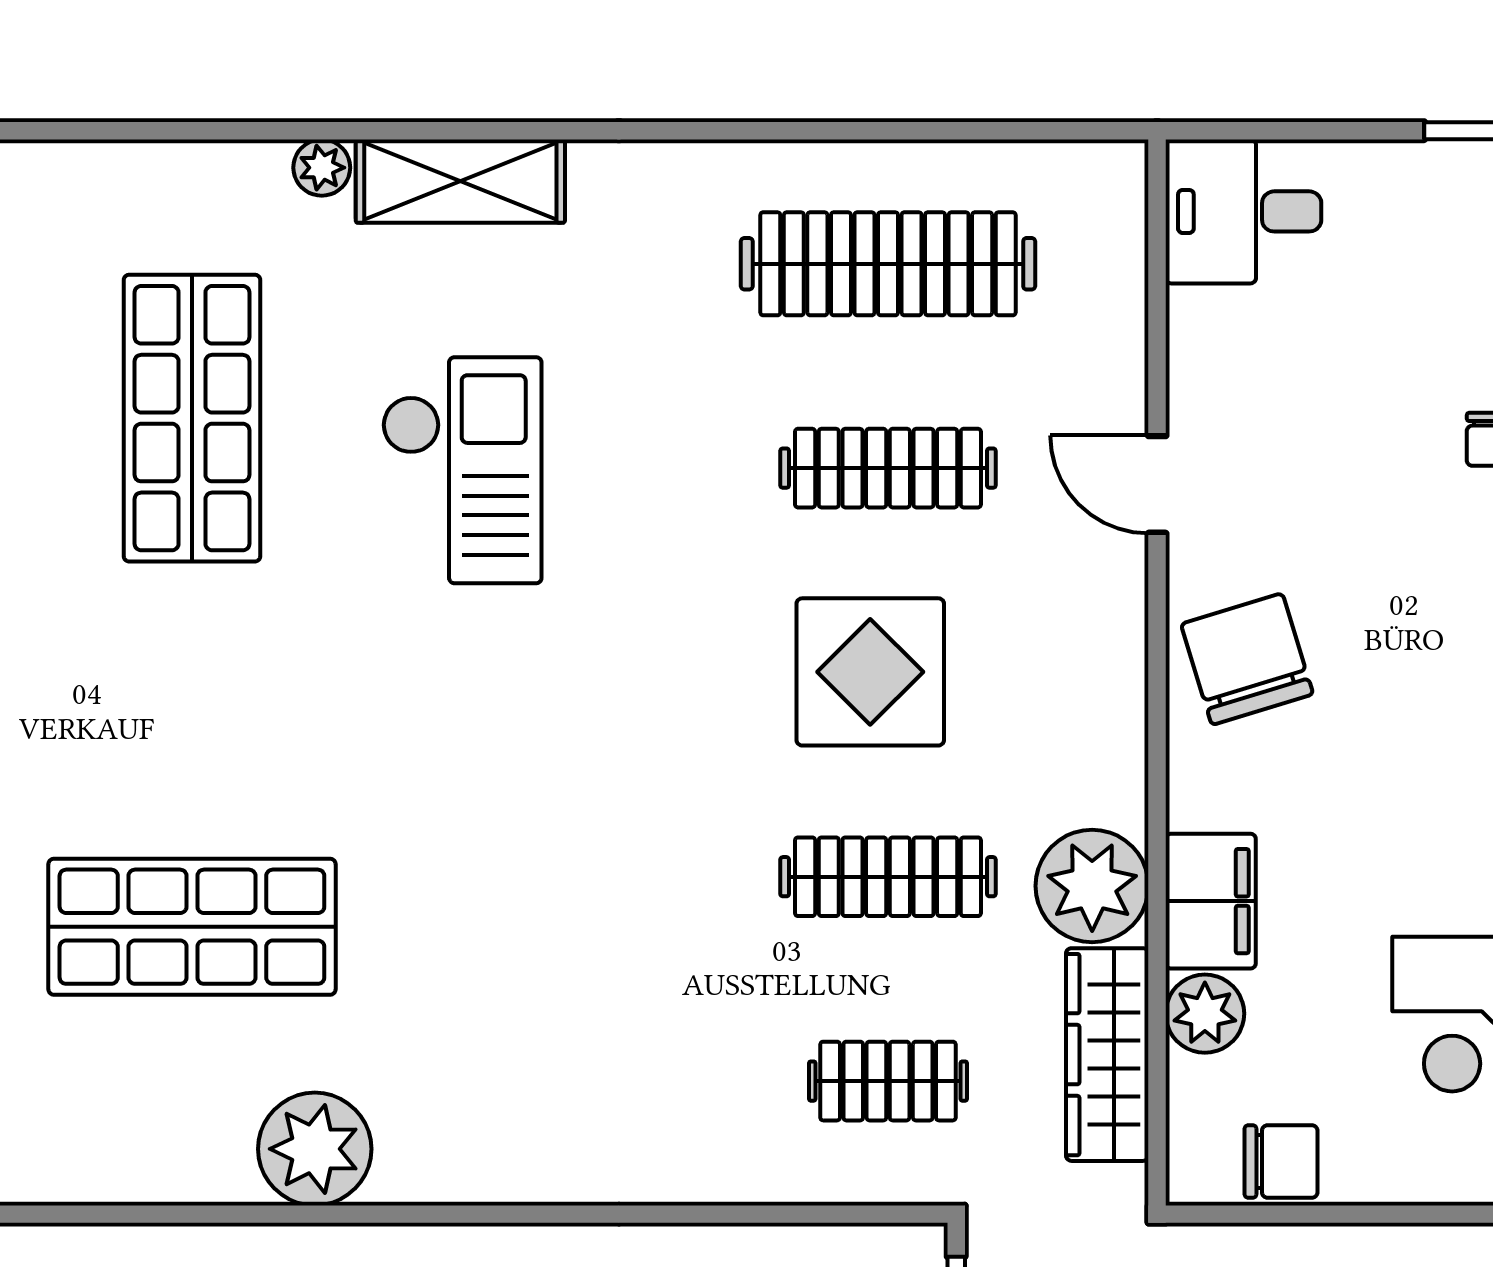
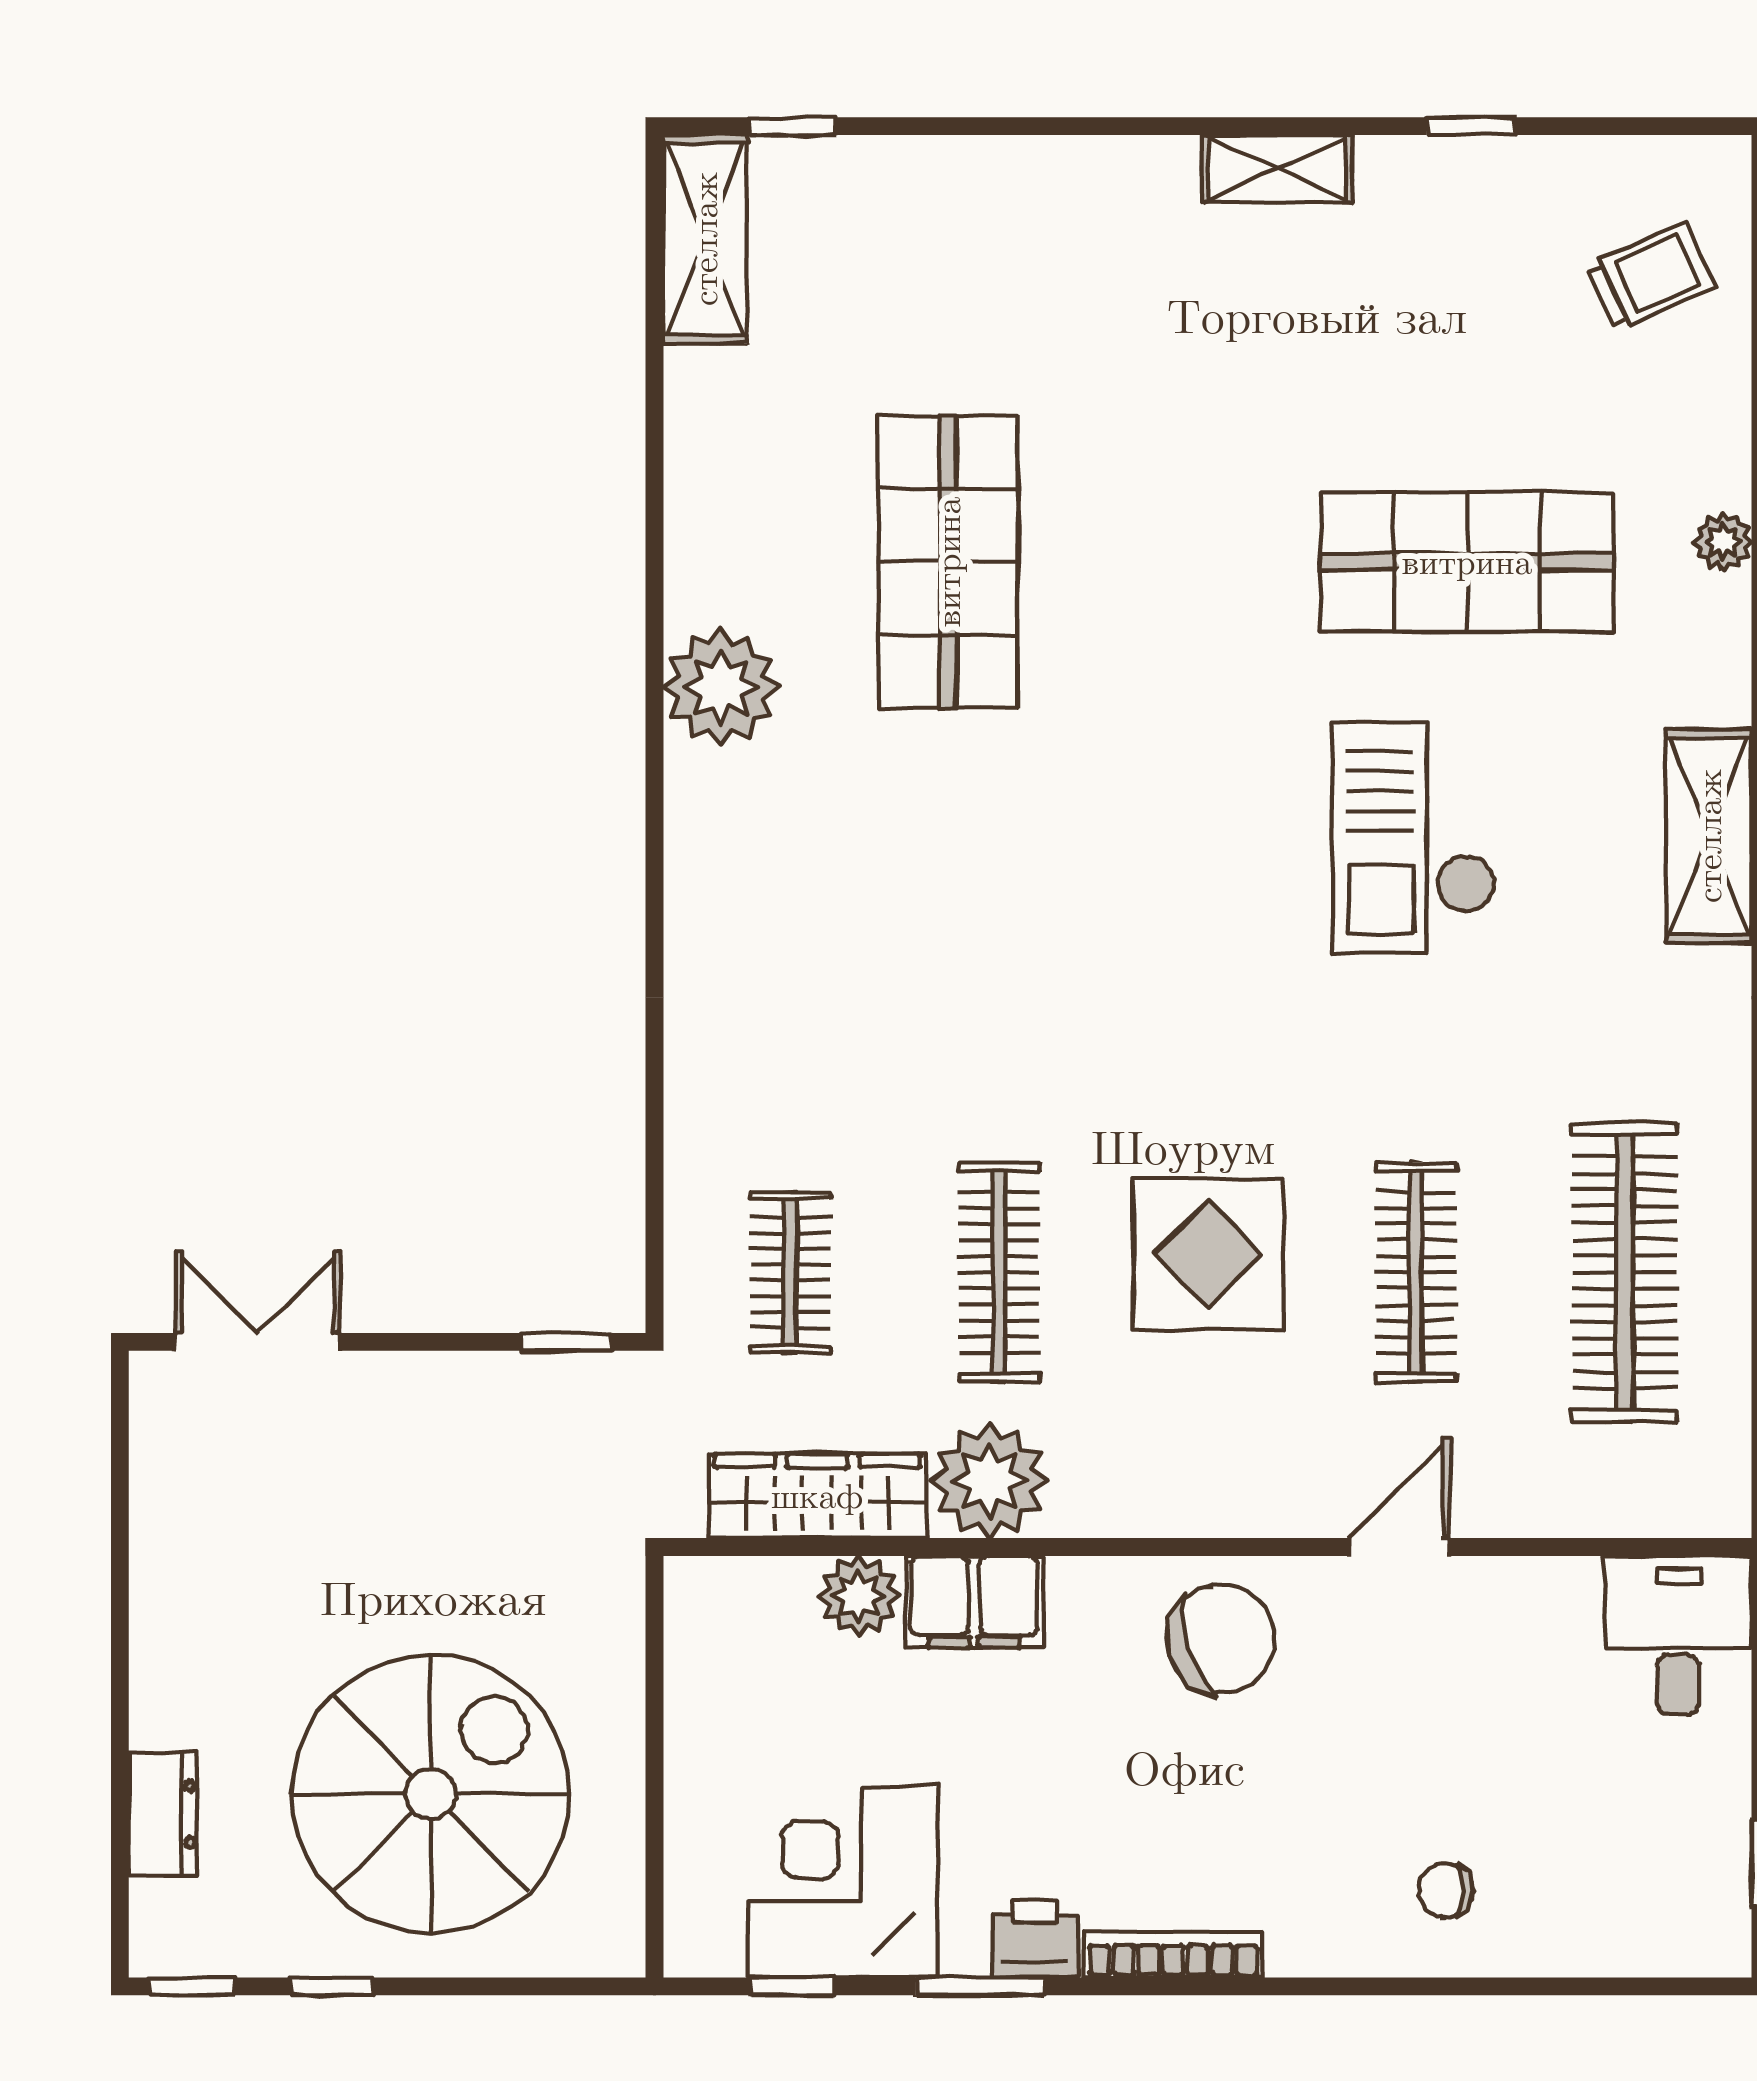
plant: (322, 168) -> (1723, 542), moved
checkout: (462, 470) -> (1414, 837), turned 90
chair: (1281, 1162) -> (708, 1673), removed

